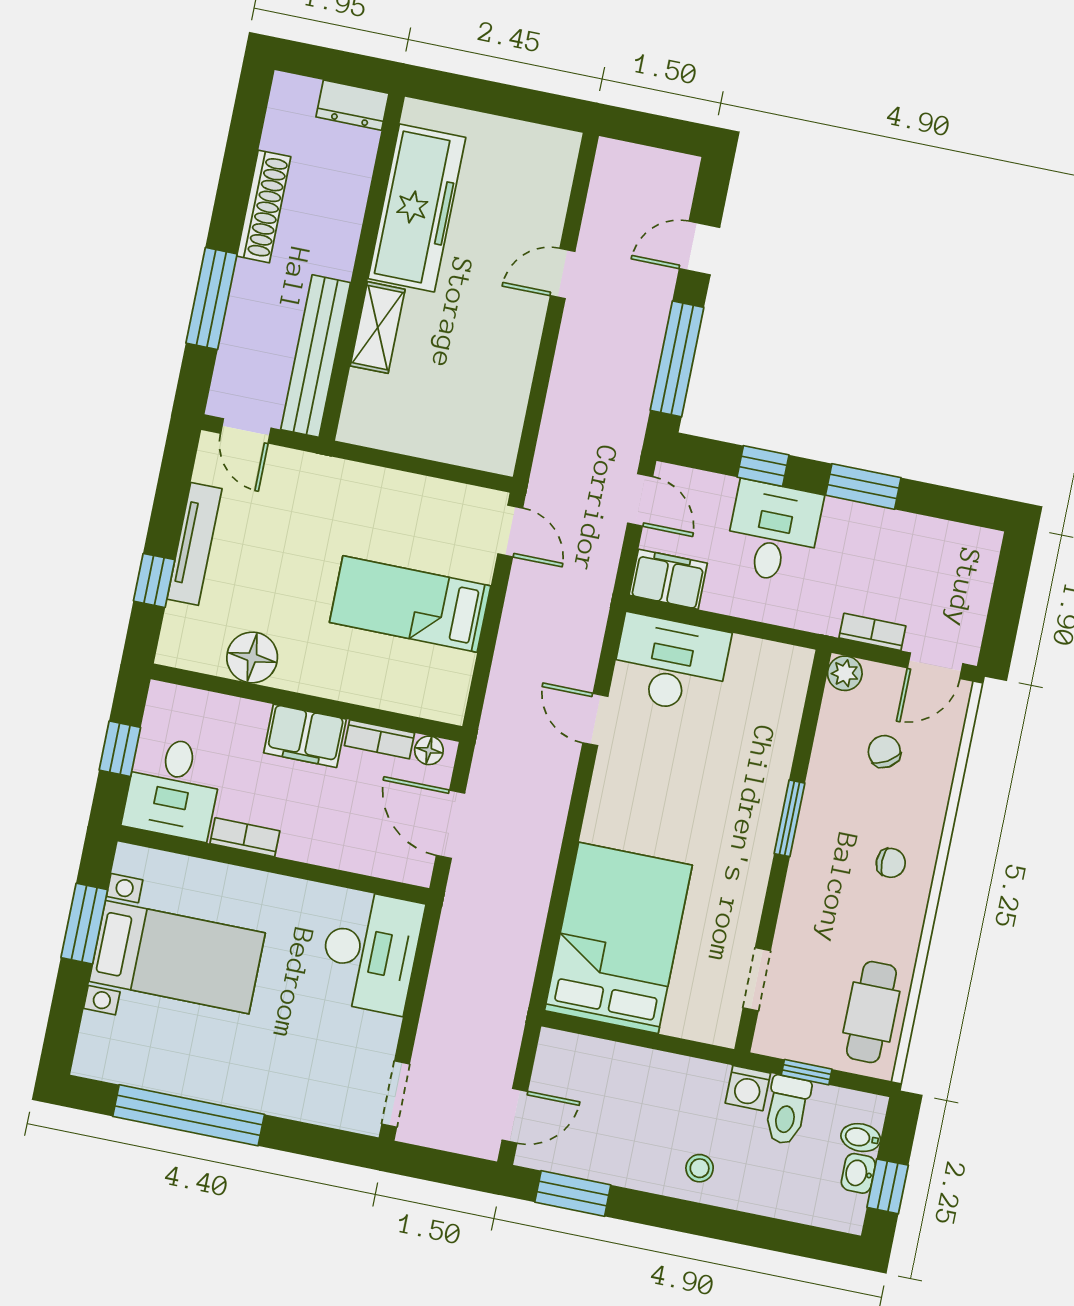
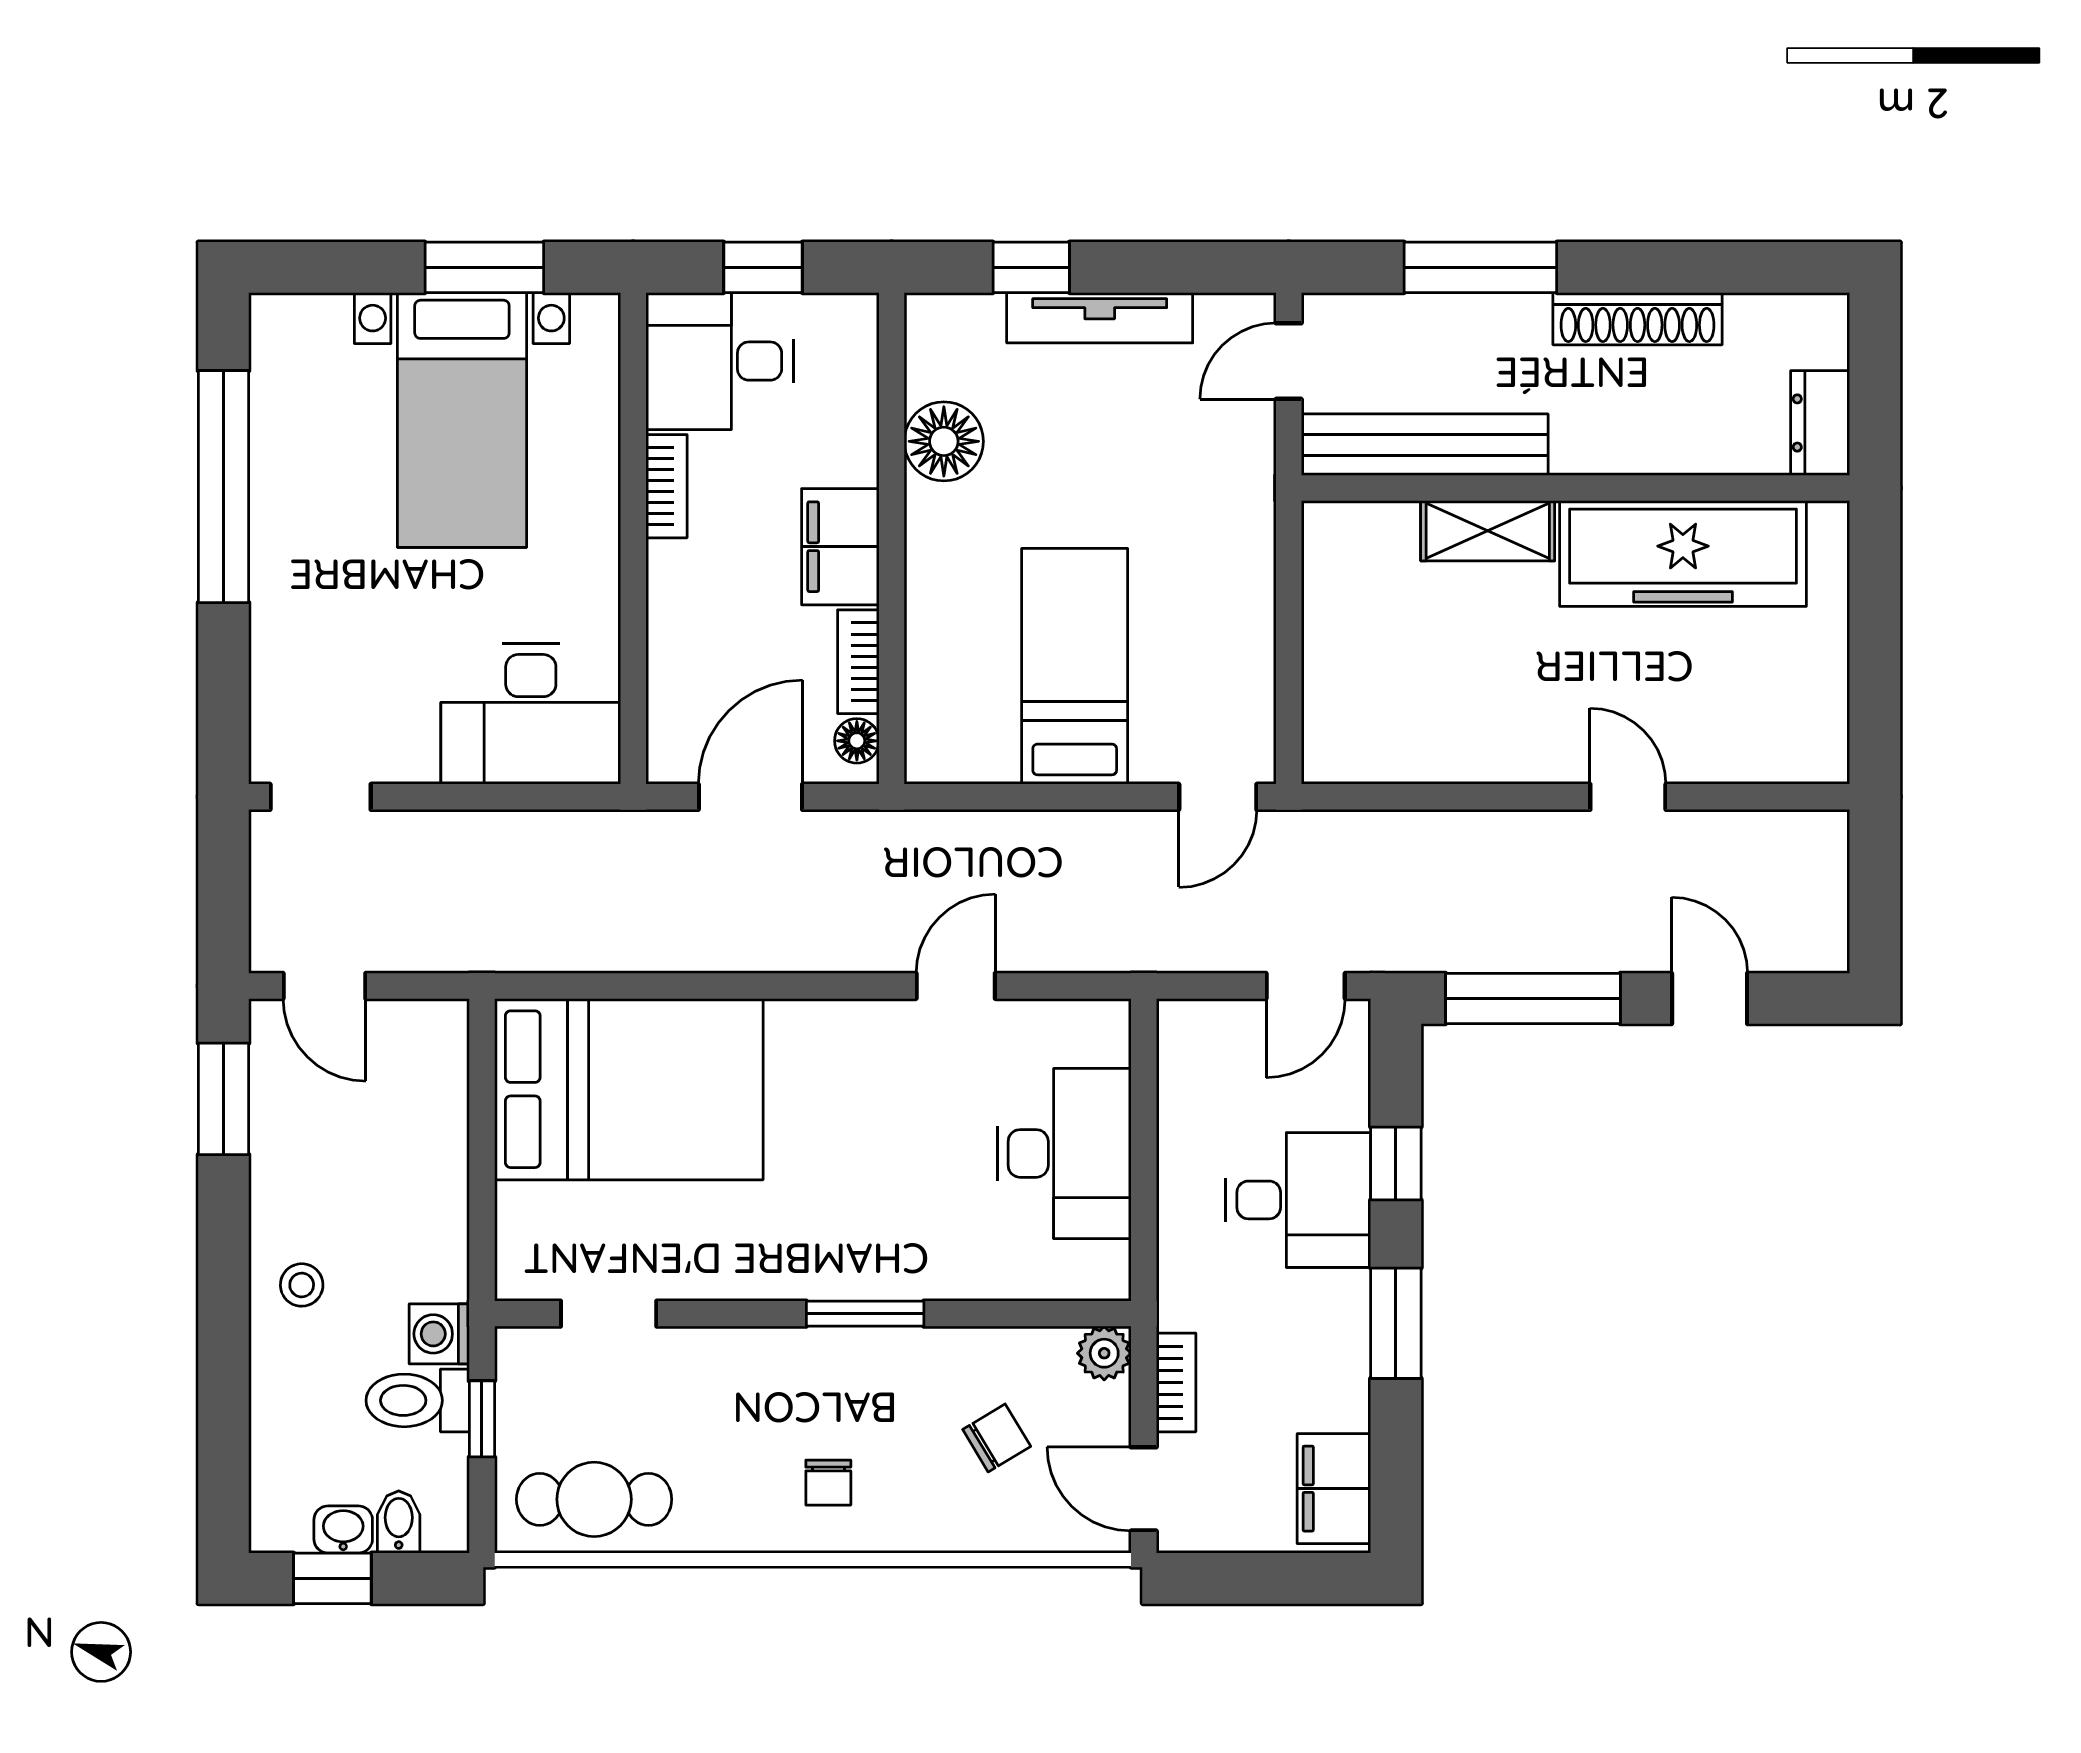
filing cabinet: (668, 579) -> (1334, 1489), moved, turned 180
desk: (671, 664) -> (1064, 1153), moved

